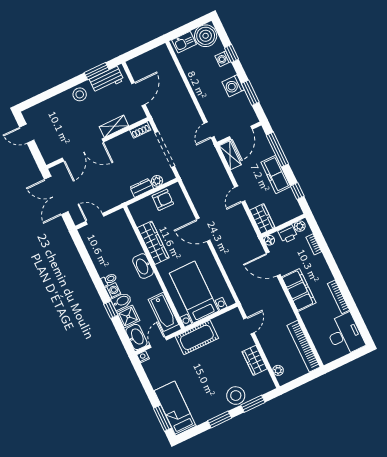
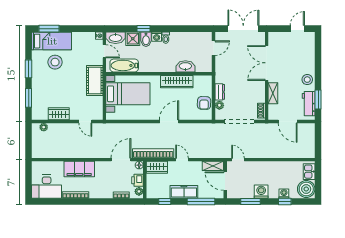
washbasin: (143, 266) -> (185, 66), moved
filing cabinet: (299, 290) -> (79, 169), moved
bookcase: (304, 346) -> (153, 153), moved
stool: (236, 396) -> (55, 62), moved

